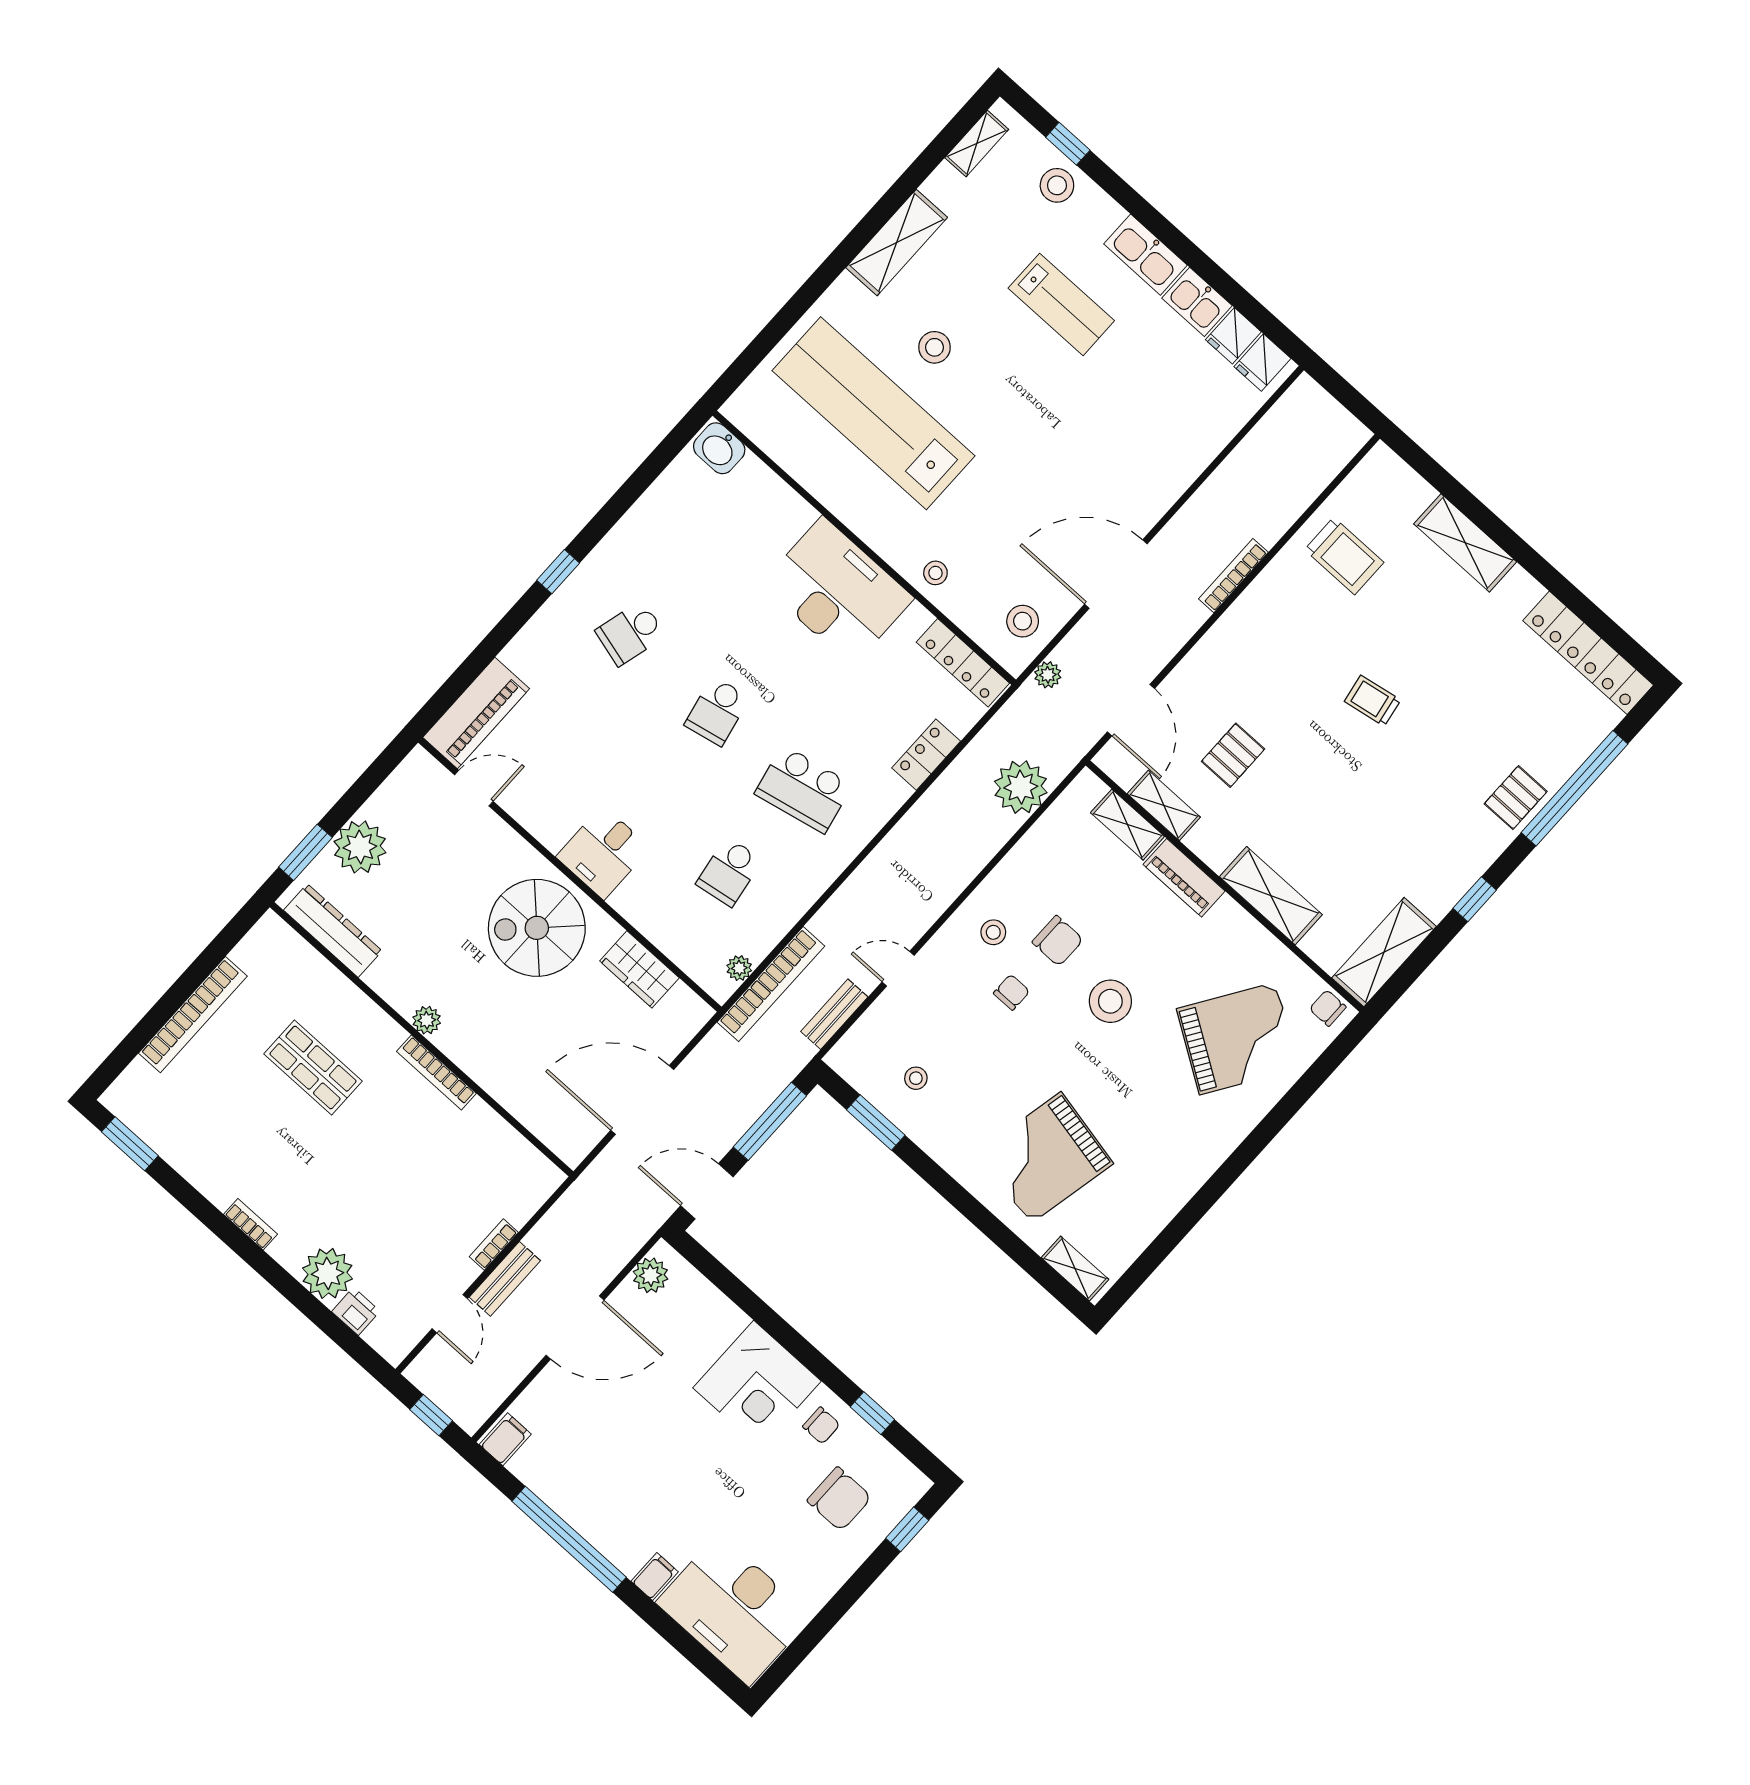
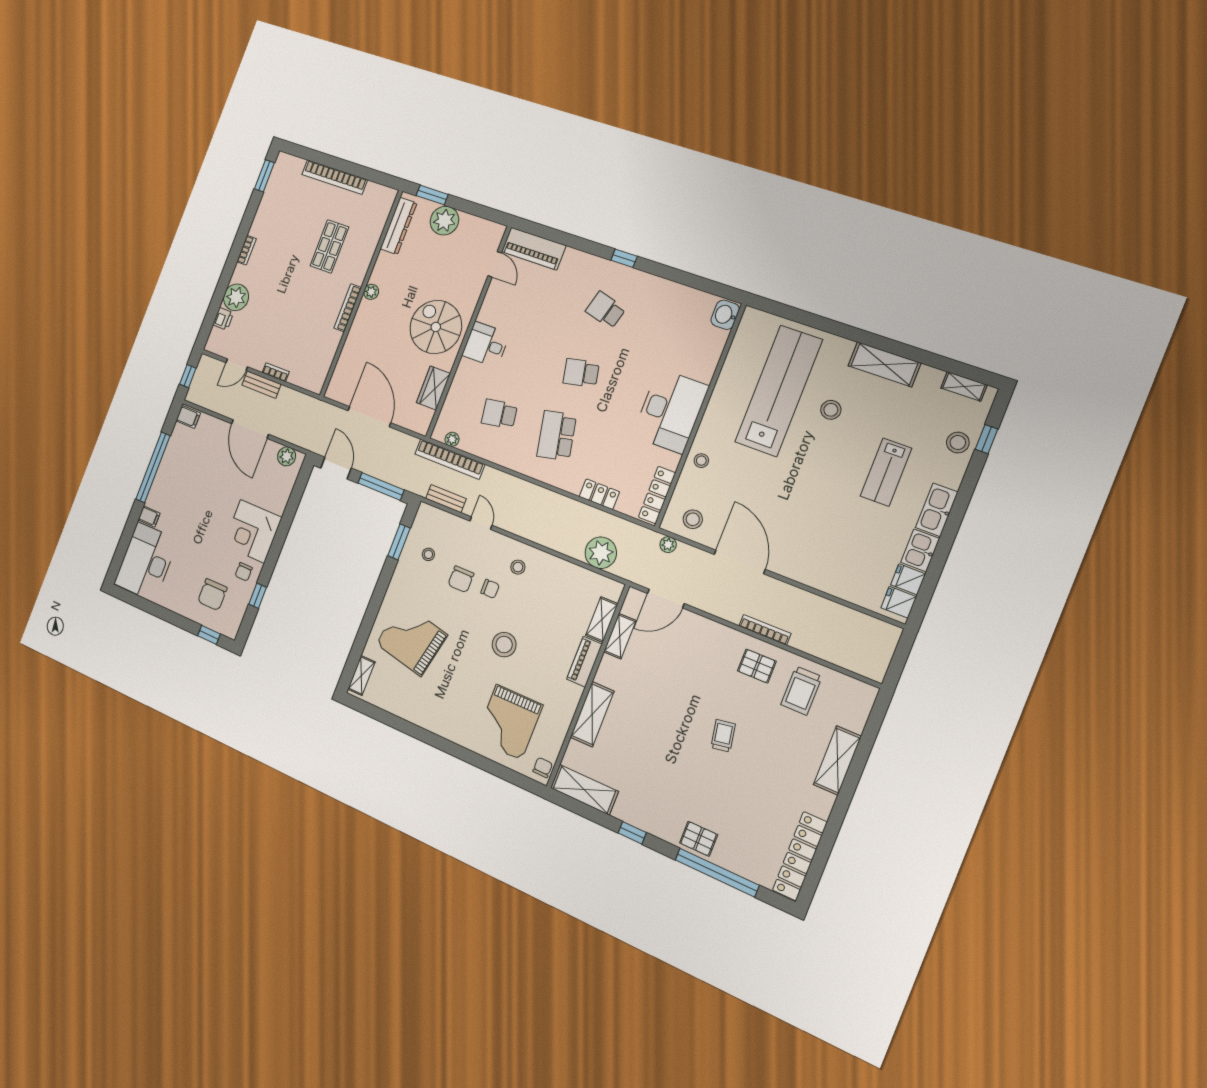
pallet: (1233, 755) -> (757, 666), moved
chair: (1058, 941) -> (461, 579), moved
grand piano: (1238, 1039) -> (509, 722), turned 57

